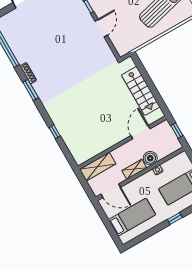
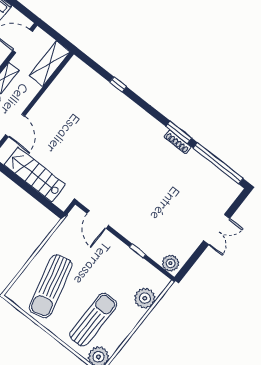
door: (101, 28) -> (98, 219), moved
window: (31, 90) -> (179, 132), moved

